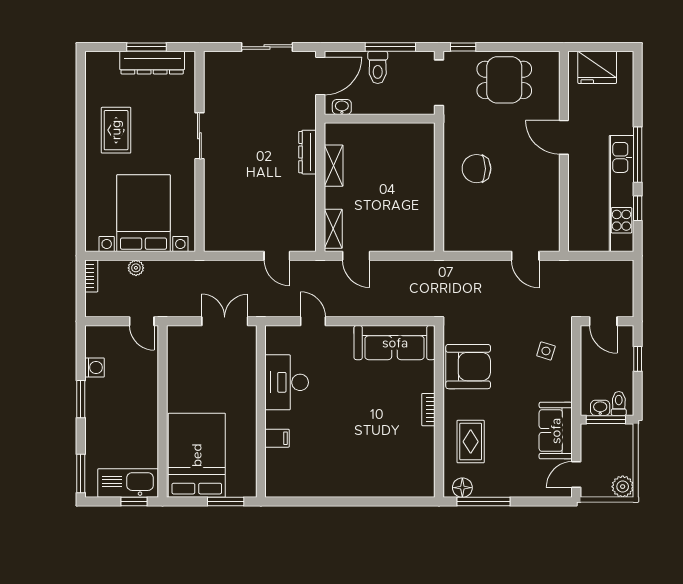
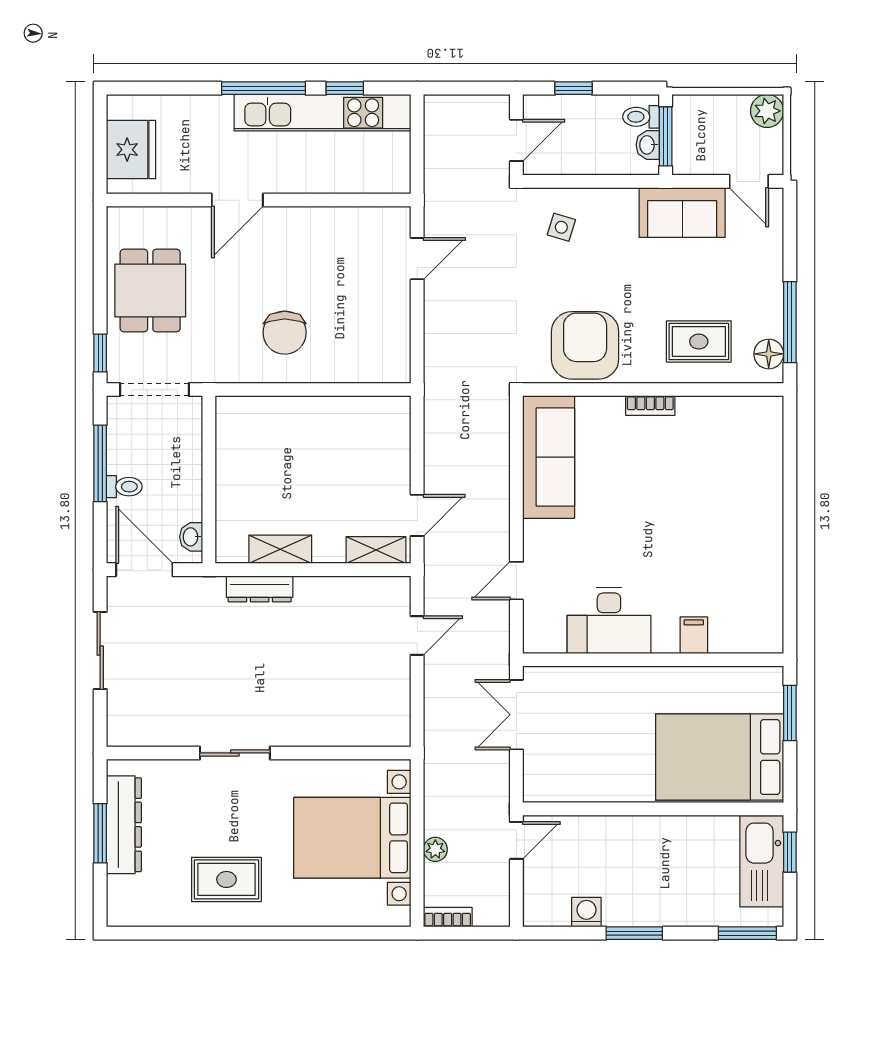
toilet: (378, 67) -> (124, 487), width x0.73, depth x0.72

